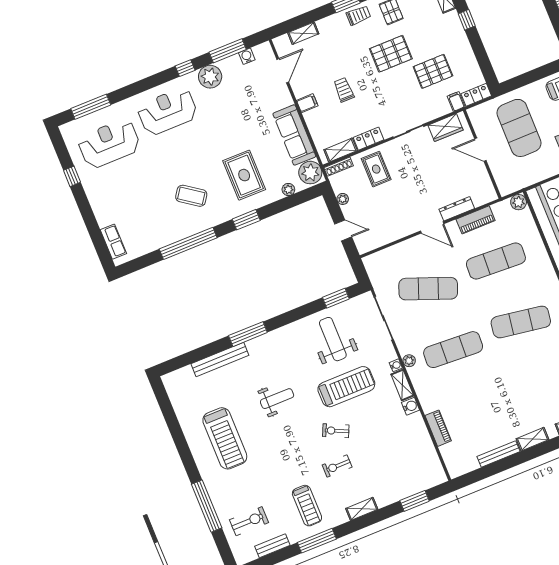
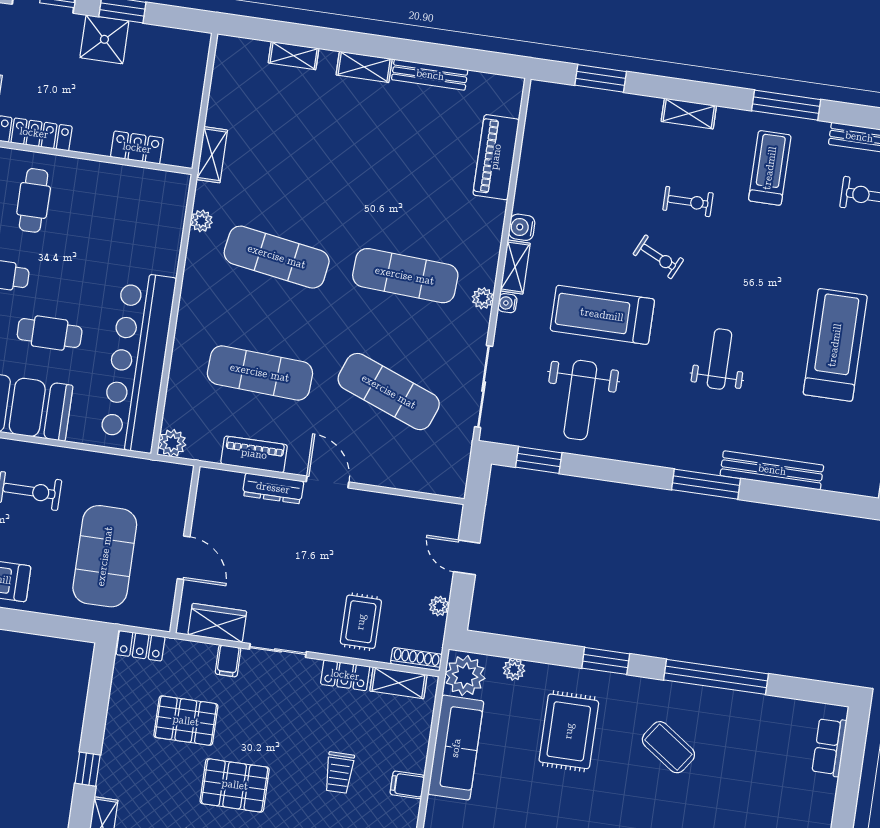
filing cabinet: (456, 101) -> (228, 661), moved
weight bench: (277, 399) -> (719, 359), turned 90
piano: (438, 428) -> (496, 157), width x1.37, depth x1.33

